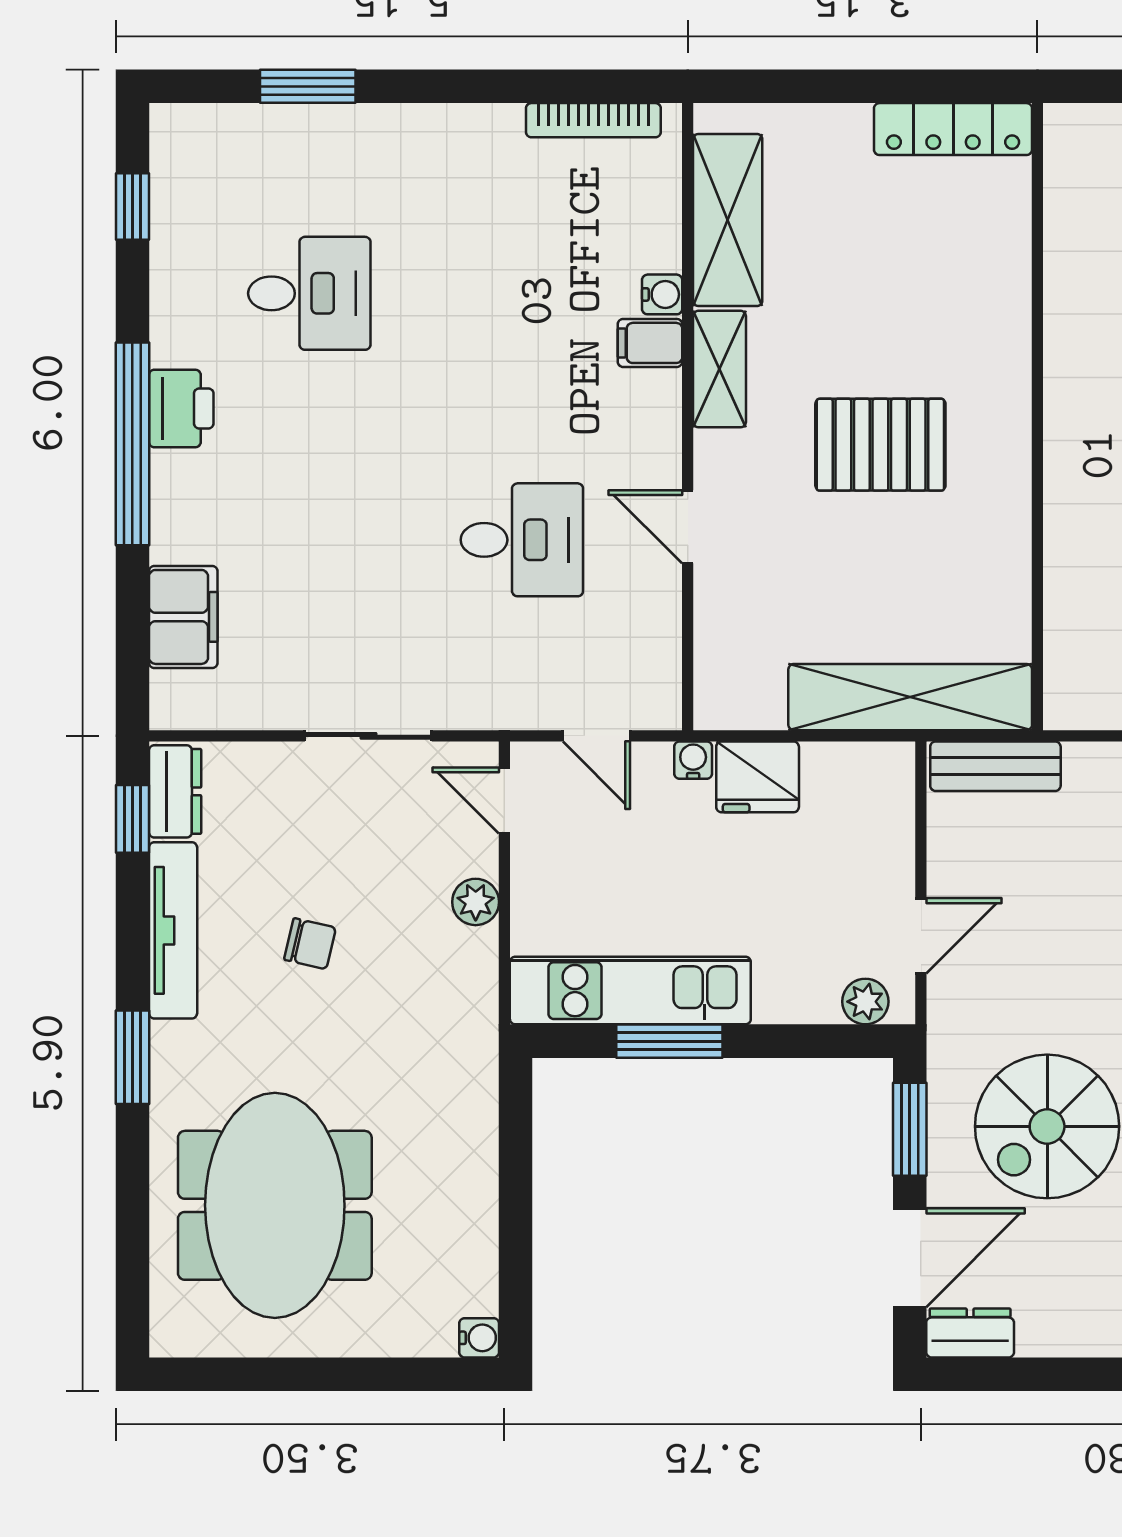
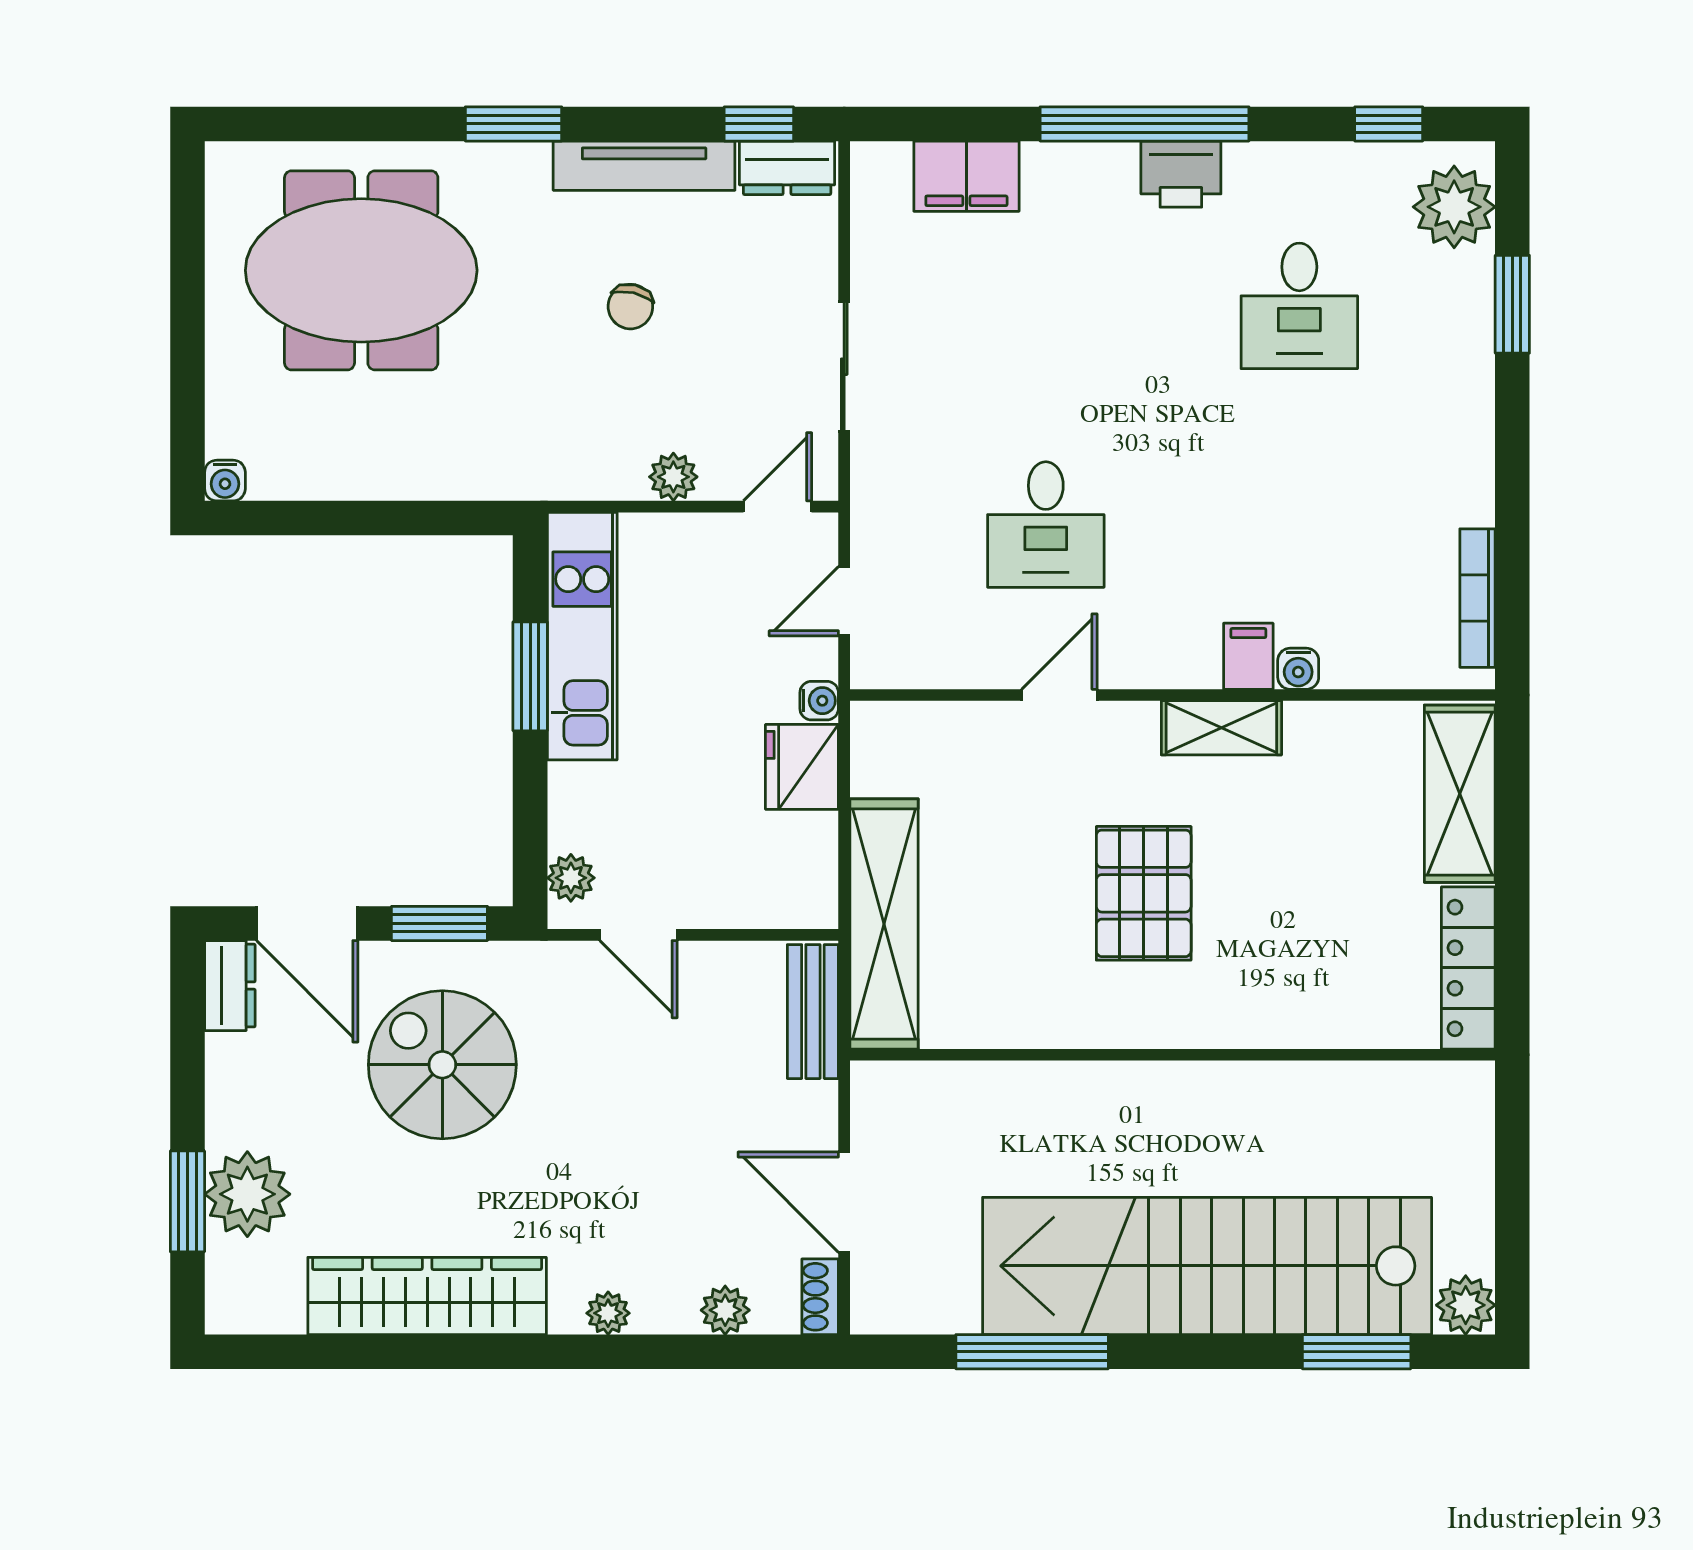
plant: (213, 143) -> (1454, 207), added
shelving: (728, 220) -> (1460, 794), moved, turned 90

